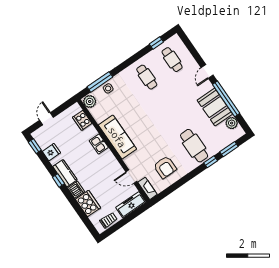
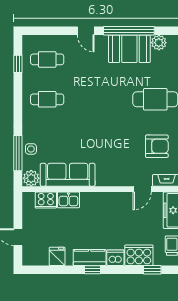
sofa: (117, 137) -> (68, 175), moved
kitchen sink: (99, 144) -> (68, 200), moved
window: (35, 146) -> (152, 270), moved

